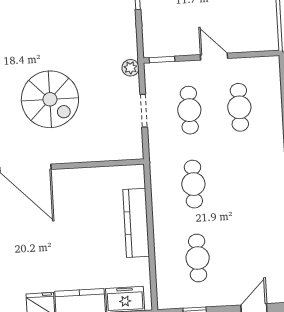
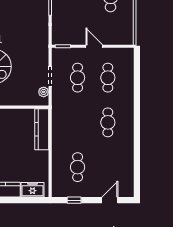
plant: (130, 68) -> (44, 92), moved
cafe table: (193, 184) -> (108, 122), moved
kitchen counter: (136, 223) -> (42, 129), moved

